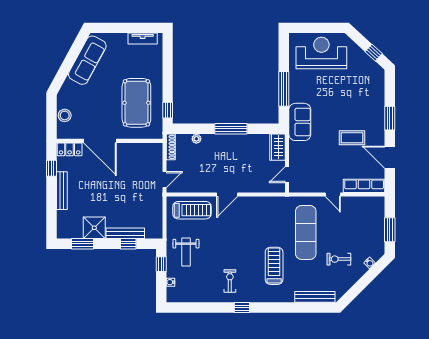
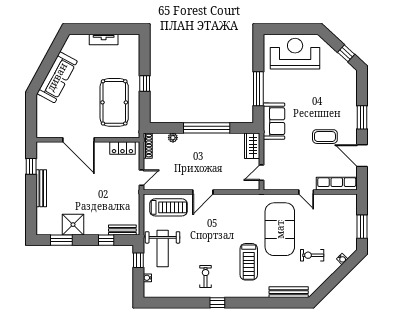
tv unit: (143, 39) -> (104, 40), moved
sofa: (87, 60) -> (57, 77), moved
window: (168, 110) -> (145, 84), moved
stool: (65, 115) -> (44, 115), removed
window: (231, 129) -> (207, 128), width x1.46
locker: (70, 149) -> (122, 148), moved
exercise mat: (306, 232) -> (280, 229), width x1.47
bench: (125, 233) -> (122, 230), moved, width x0.73
weight bench: (186, 252) -> (163, 248), width x1.36, depth x1.33
treadmill: (274, 266) -> (249, 262), turned 180

